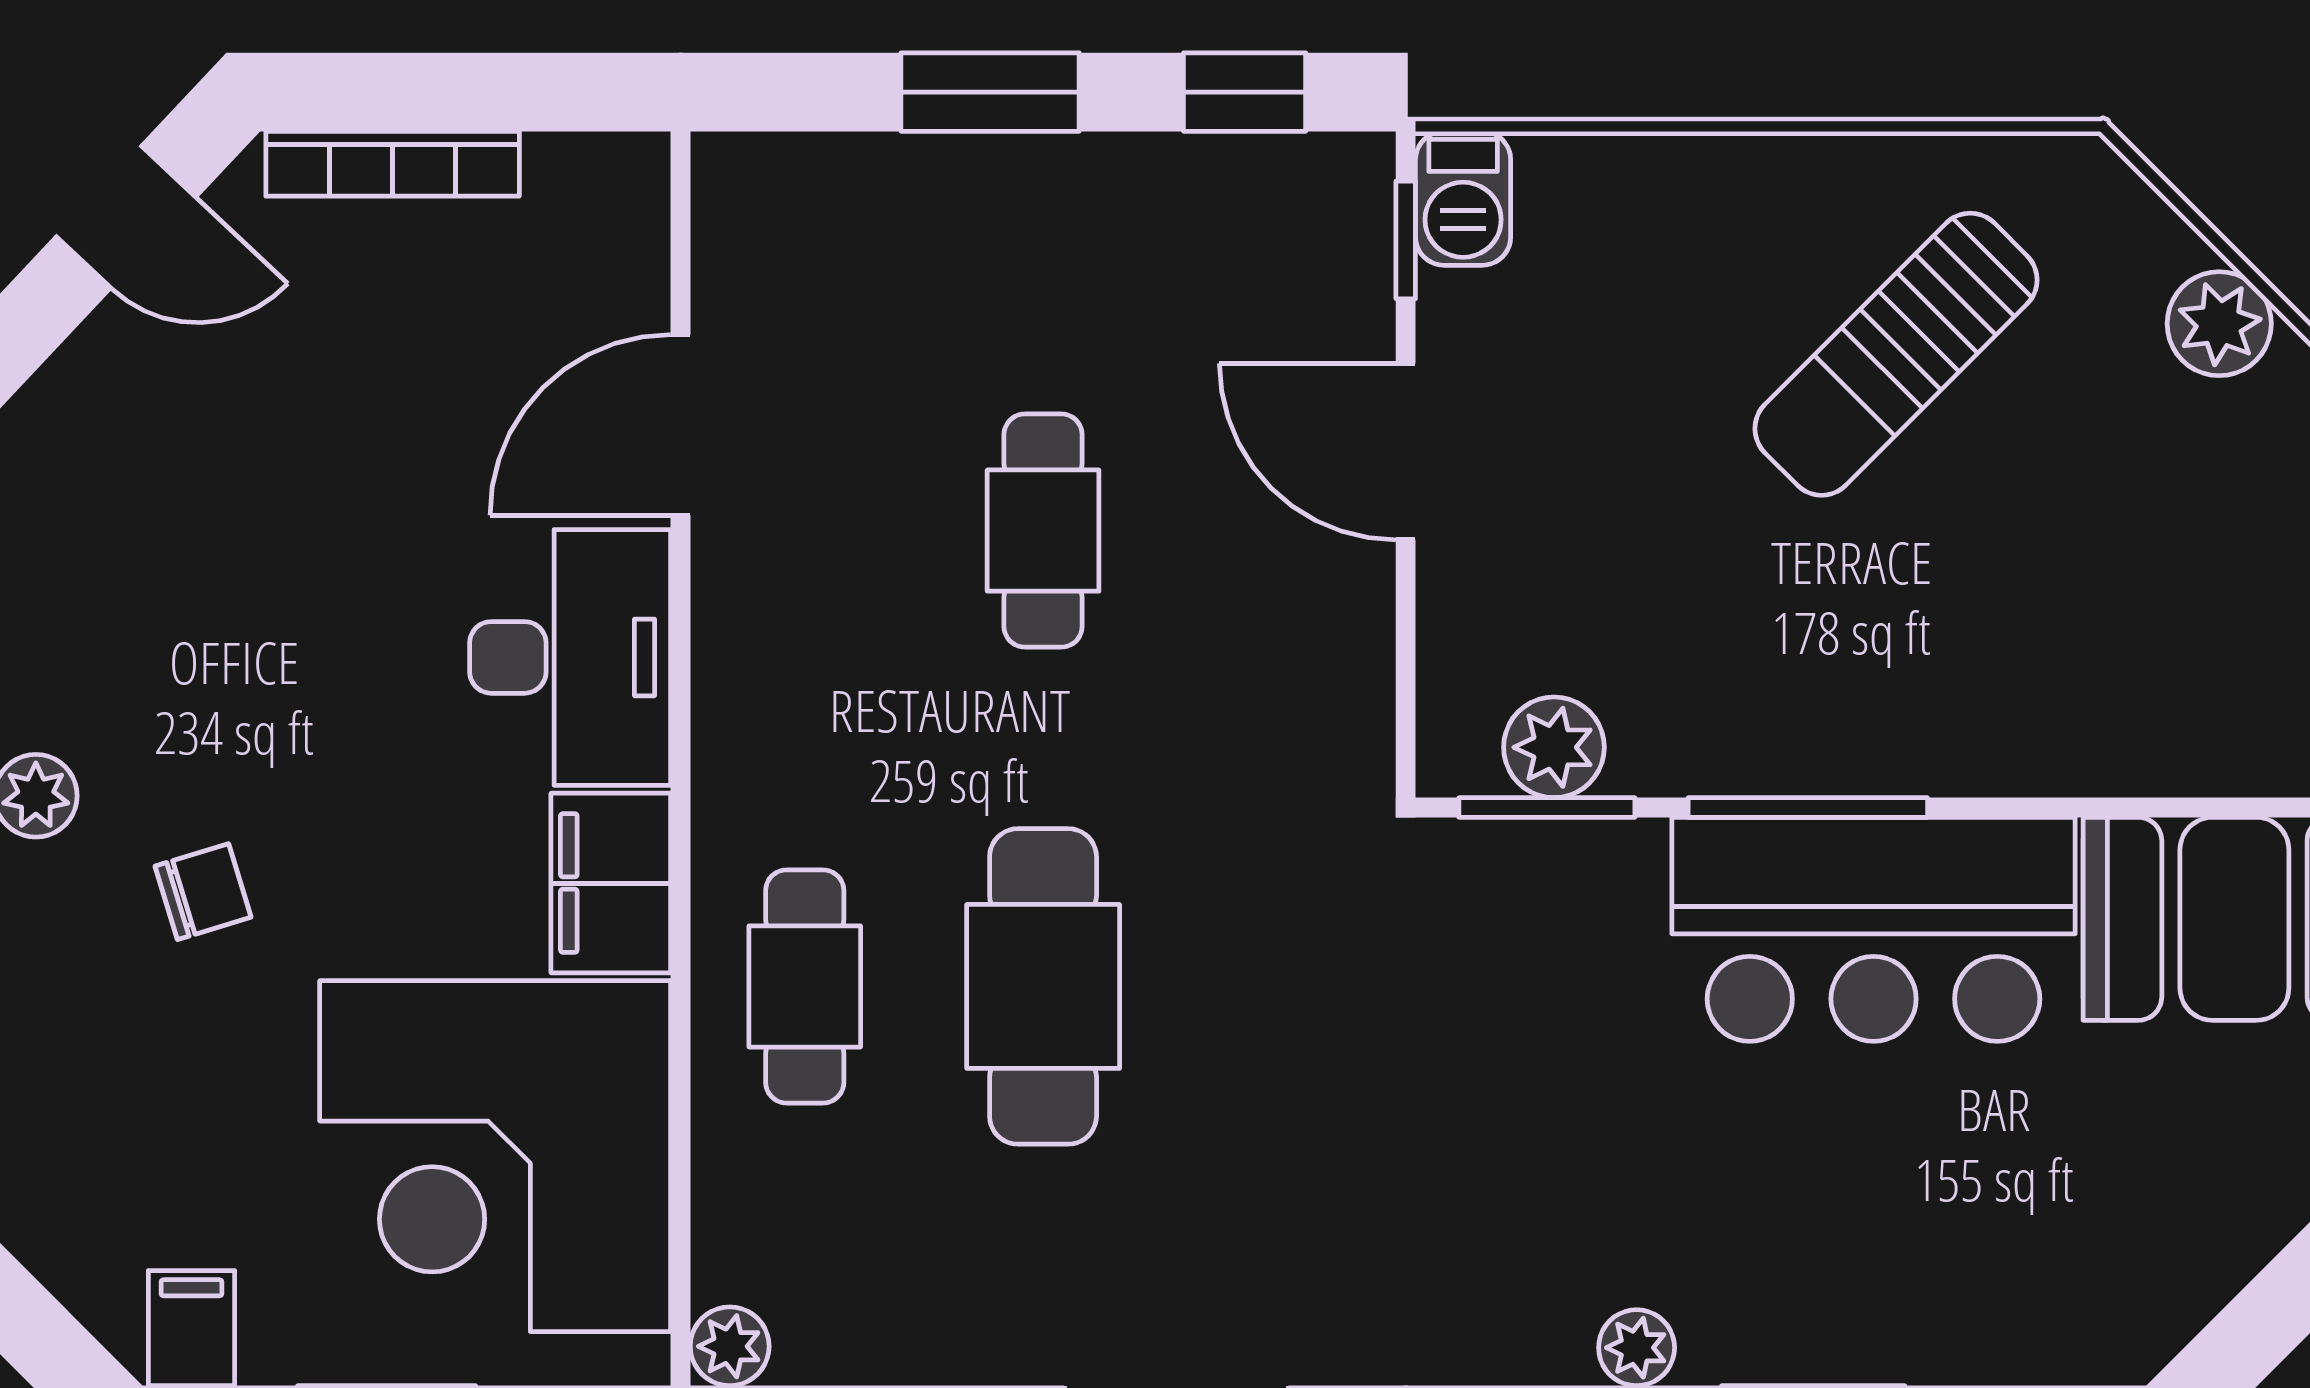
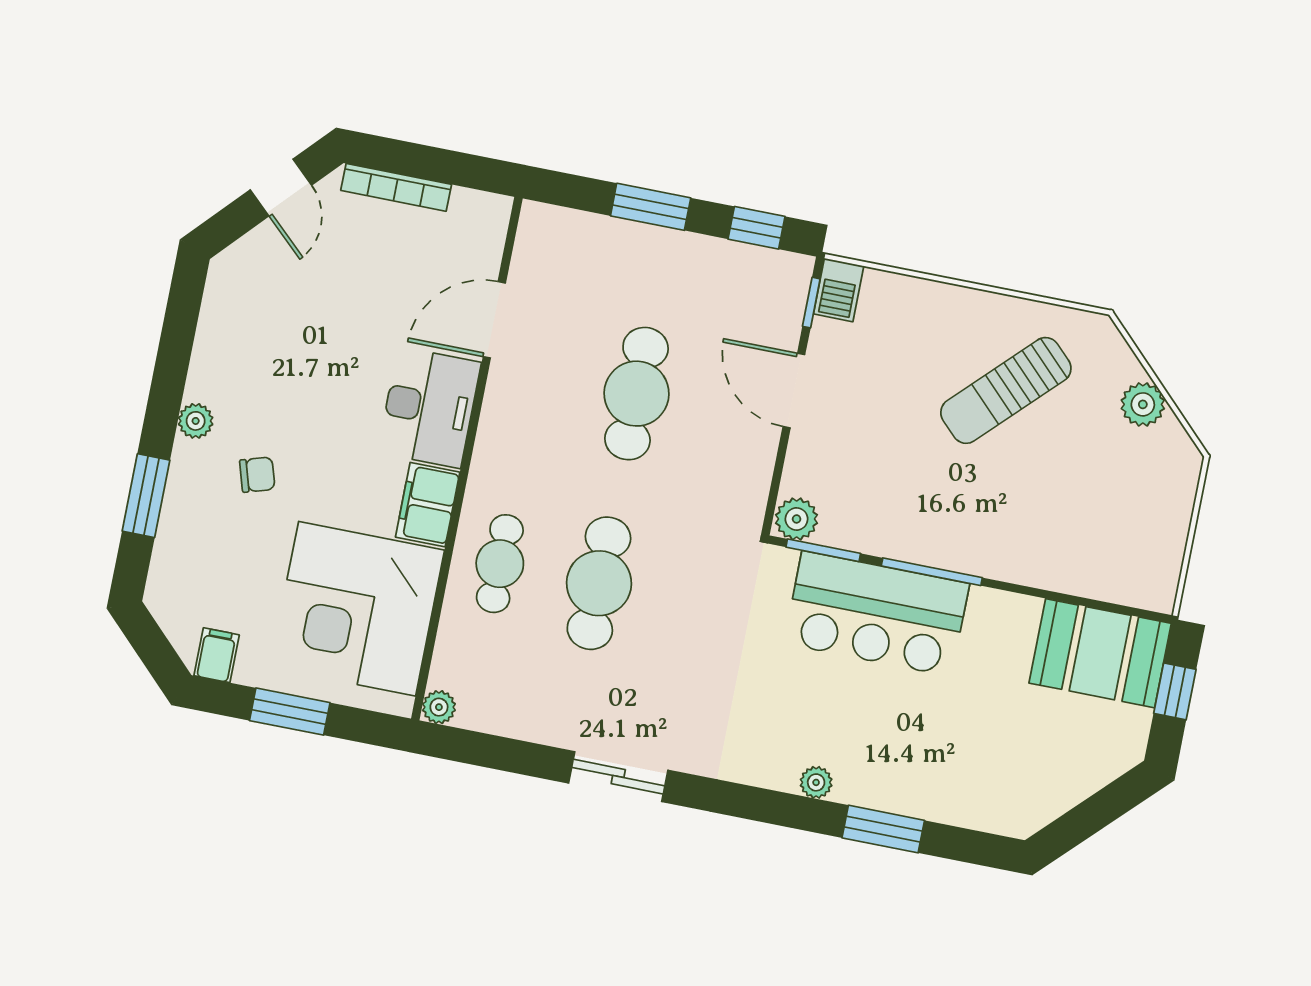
door: (126, 217) -> (281, 188), hinge flipped
cafe table: (1043, 531) -> (637, 394), width x1.37, depth x1.35
plant: (1554, 747) -> (797, 519), moved
bar counter: (1874, 929) -> (877, 614), moved

